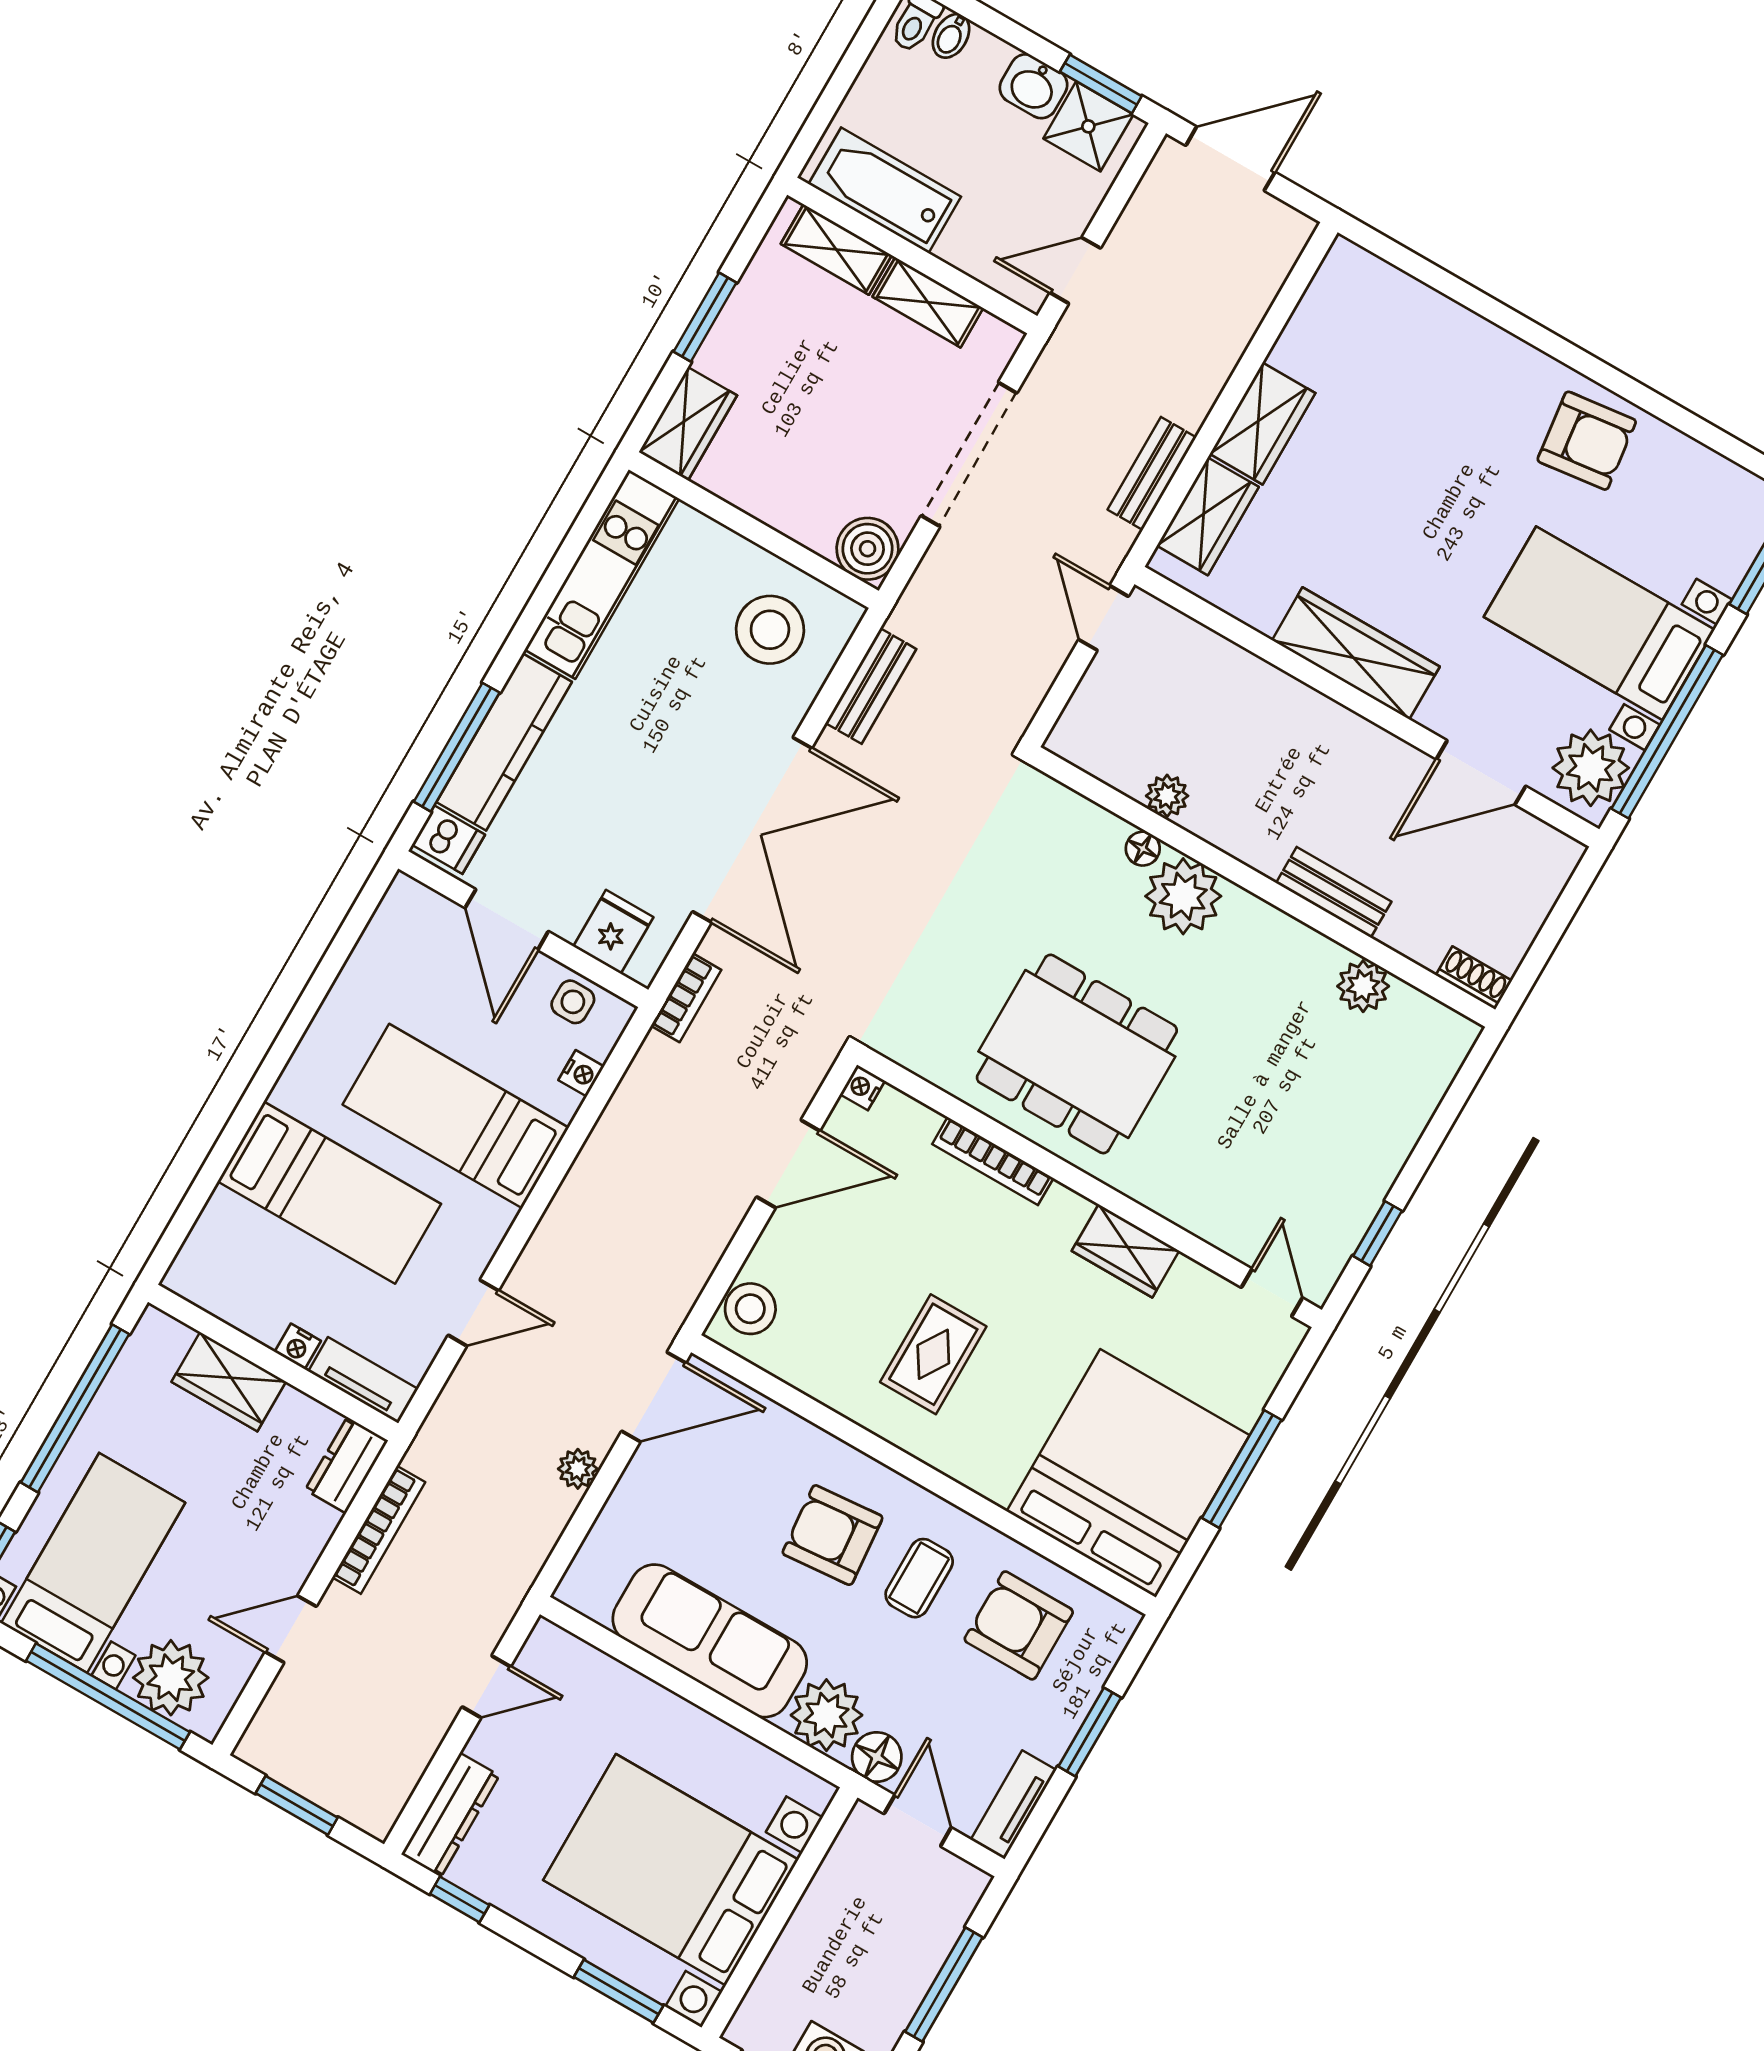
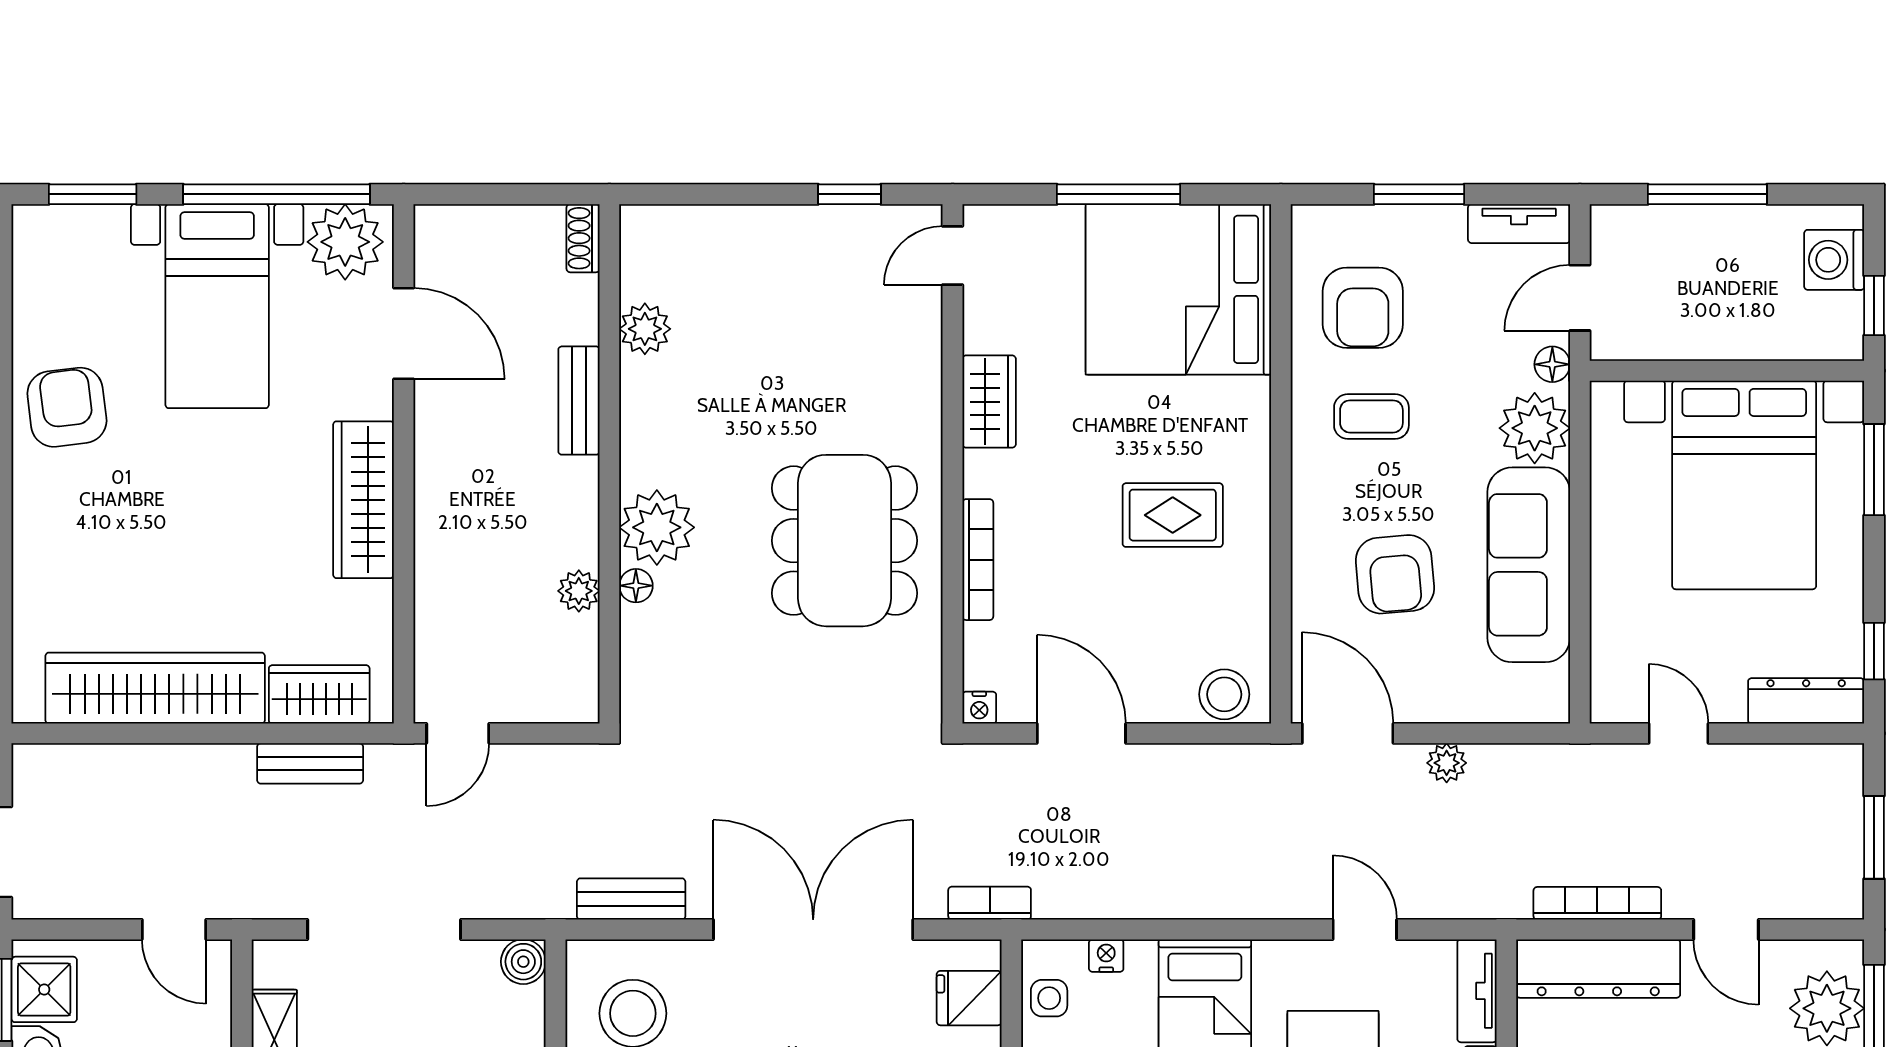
wardrobe: (1263, 424) -> (155, 688), width x2.10, depth x1.17
boiler: (868, 549) -> (523, 962), width x0.73, depth x0.73
dresser: (347, 1465) -> (1598, 969), width x1.96, depth x1.24
armchair: (833, 1535) -> (1395, 574), moved
floor lamp: (877, 1757) -> (1552, 364), width x0.73, depth x0.73

